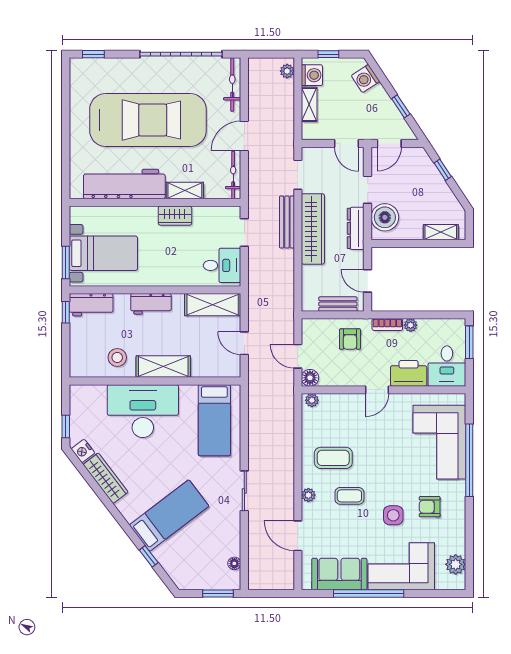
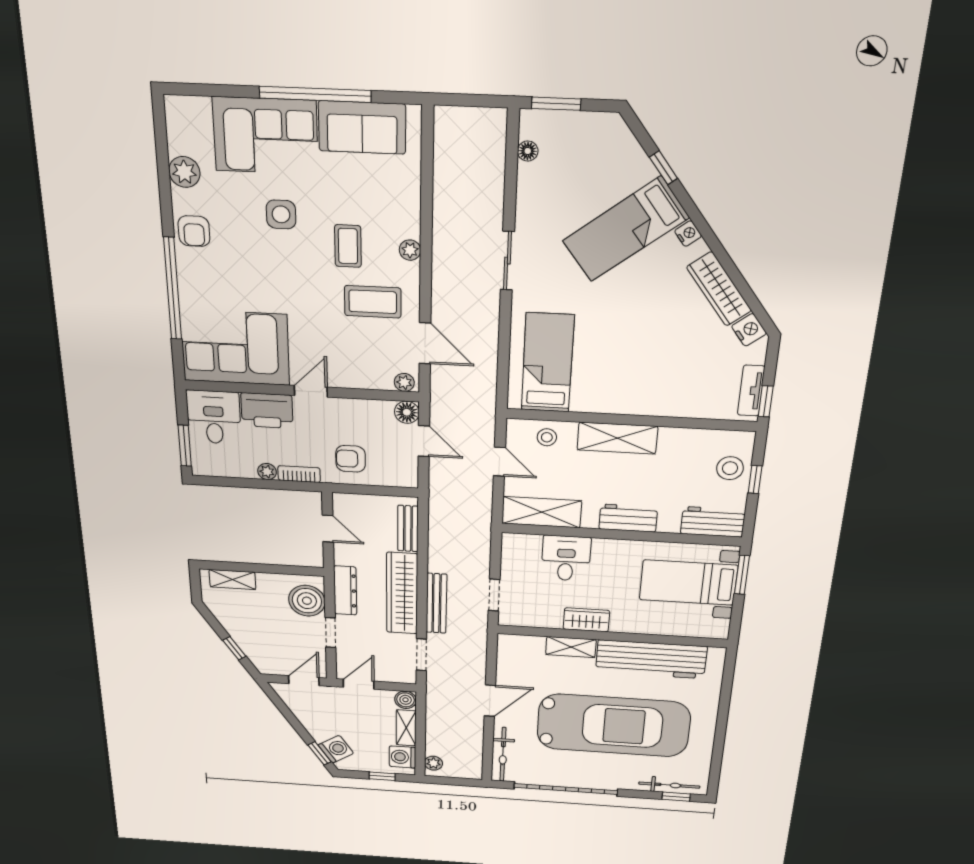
window: (401, 106) -> (320, 753), moved
car: (148, 120) -> (613, 725), turned 180
boiler: (310, 131) -> (406, 700), added
door: (346, 143) -> (359, 684), hinge flipped
bicycle: (233, 175) -> (669, 785), moved, turned -90
desk: (222, 265) -> (566, 558), moved, turned 90
bench: (338, 304) -> (408, 529), moved, turned 90
window: (66, 312) -> (755, 480), moved
armchair: (350, 339) -> (351, 459), turned -90
stool: (117, 357) -> (730, 468), moved
stool: (212, 364) -> (547, 437), added
tv unit: (76, 407) -> (751, 391), added
desk: (143, 411) -> (653, 381), removed
window: (66, 426) -> (766, 401), moved
corner sofa: (439, 442) -> (235, 348), moved, turned -90
coffee table: (349, 496) -> (348, 246), turned 90
armchair: (430, 507) -> (194, 231), moved, turned 90
nightstand: (129, 515) -> (688, 234), added
door: (298, 536) -> (425, 343), moved
plant: (456, 564) -> (184, 172), moved

